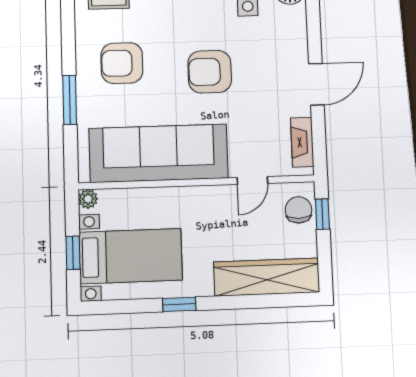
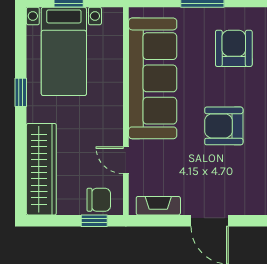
armchair: (210, 72) -> (224, 126), turned -90
plant: (88, 199) -> (115, 16), removed

